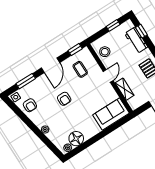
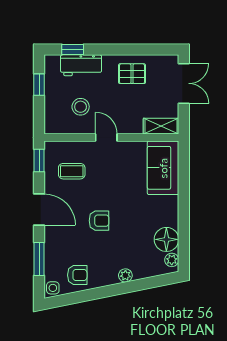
stool: (105, 52) -> (81, 107), moved
shelving: (125, 89) -> (161, 126), moved

